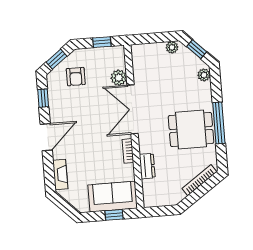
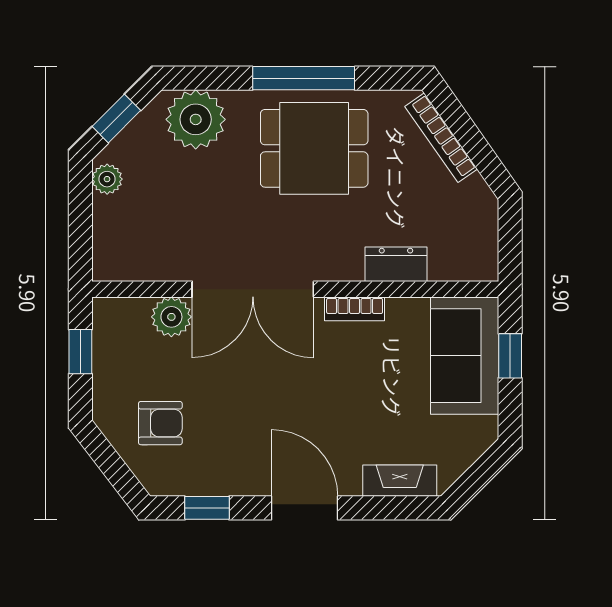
window: (56, 59) -> (113, 467), removed
plant: (204, 75) -> (196, 119), width x1.88, depth x1.88
dining table: (191, 129) -> (314, 148), turned 90

